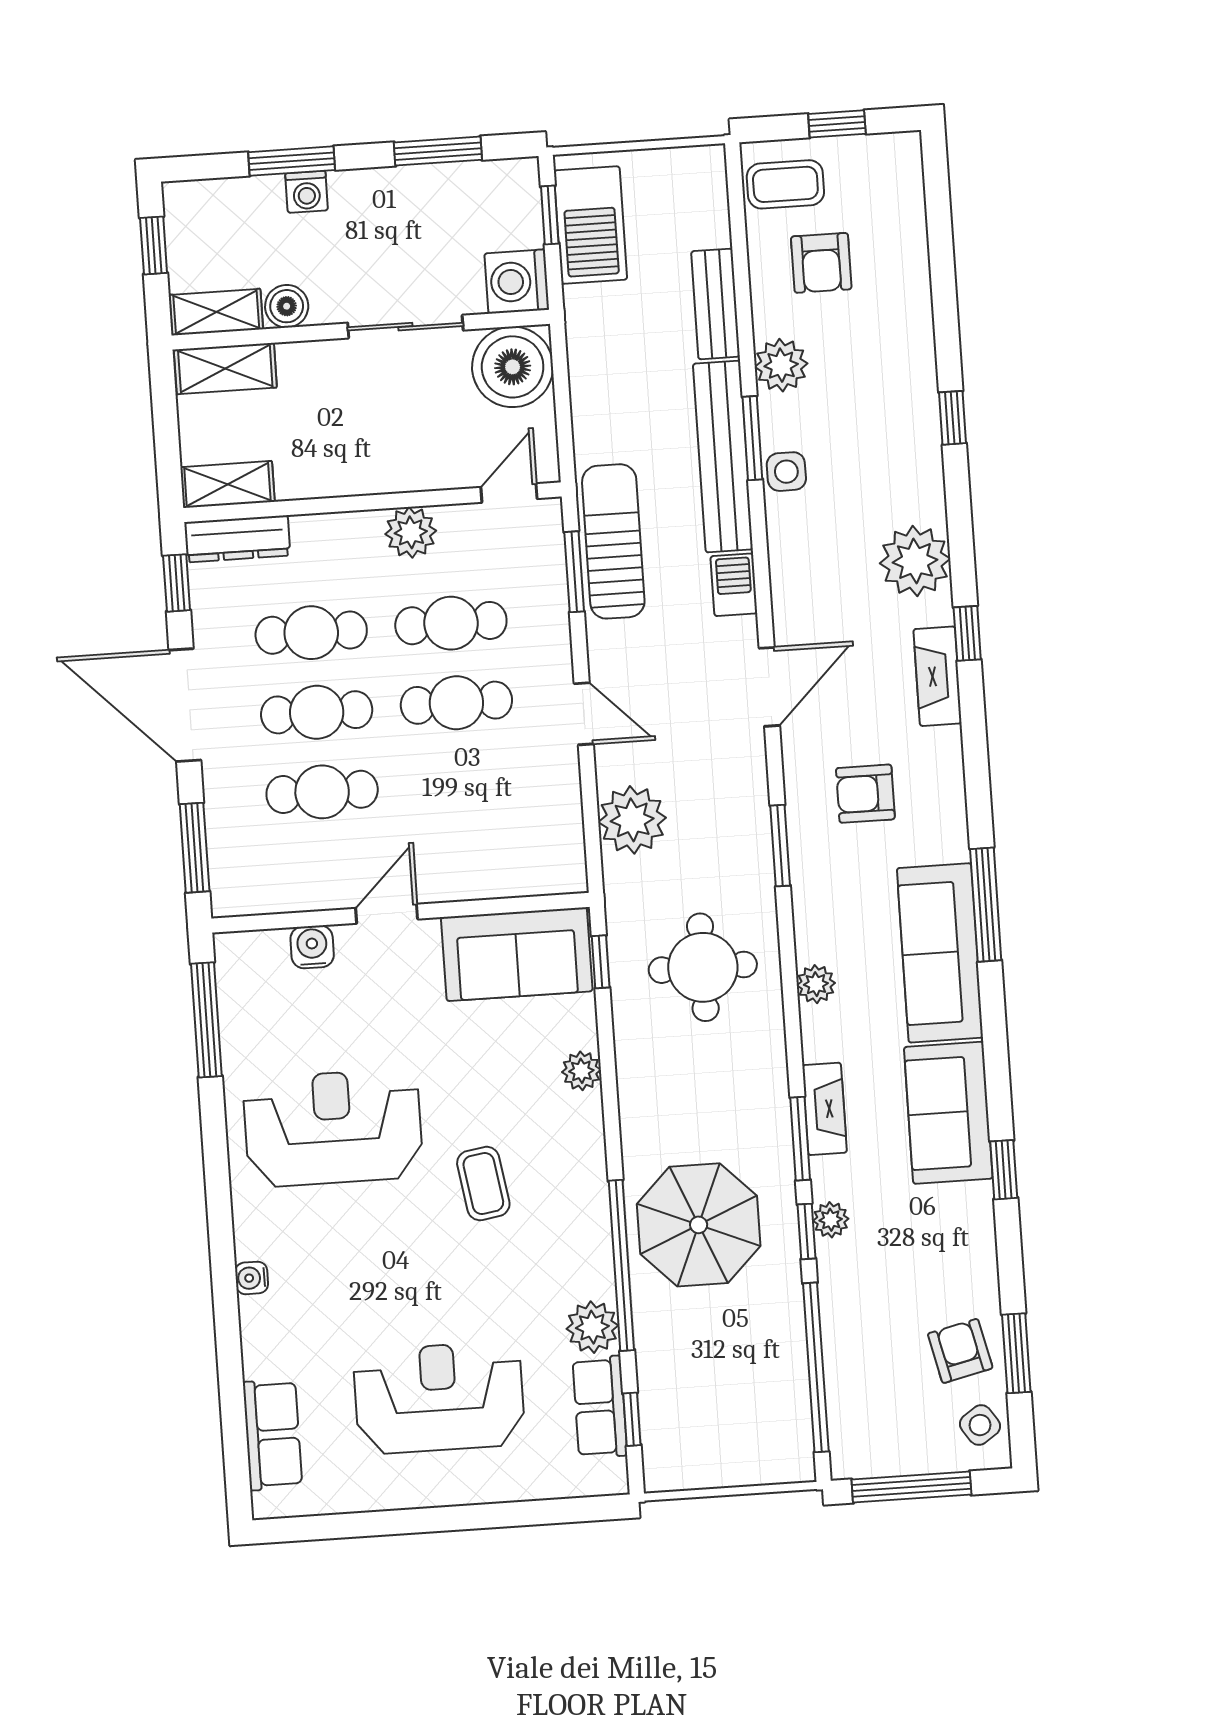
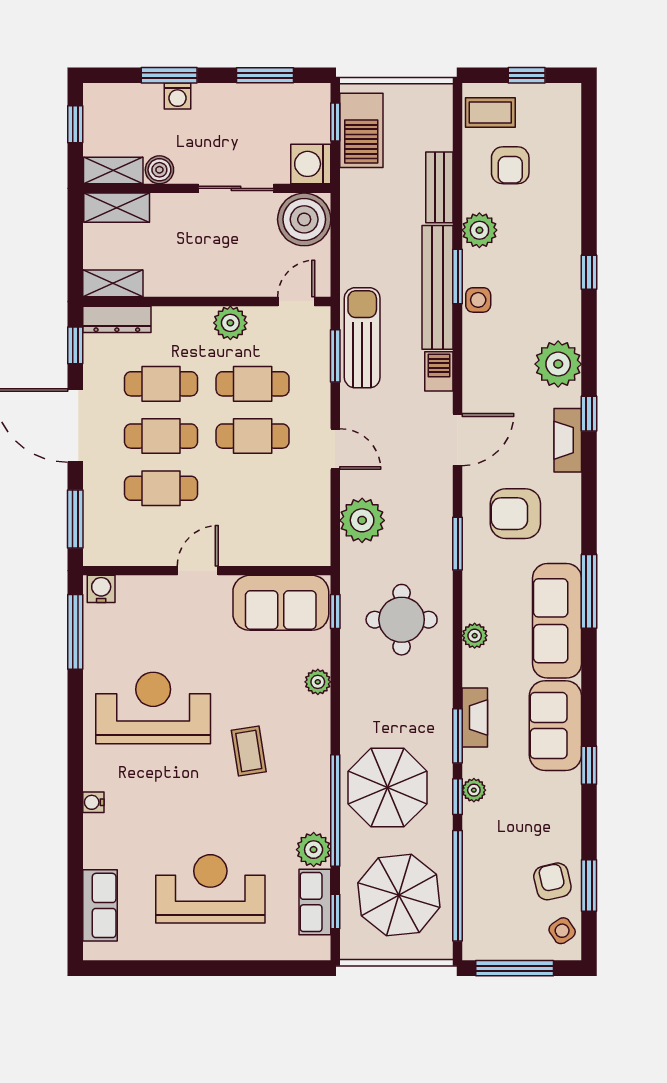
armchair: (865, 794) -> (515, 514), width x1.38, depth x1.38
water cooler: (312, 947) -> (101, 589), moved
parasol: (727, 1388) -> (399, 895), added

